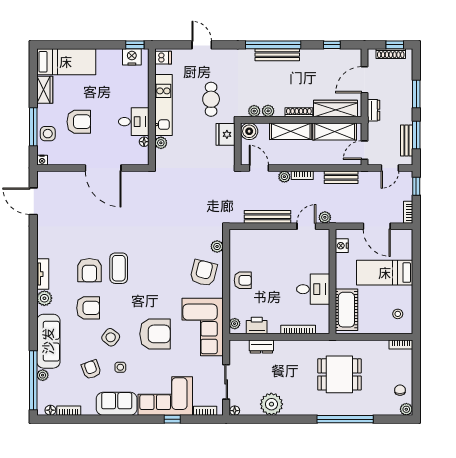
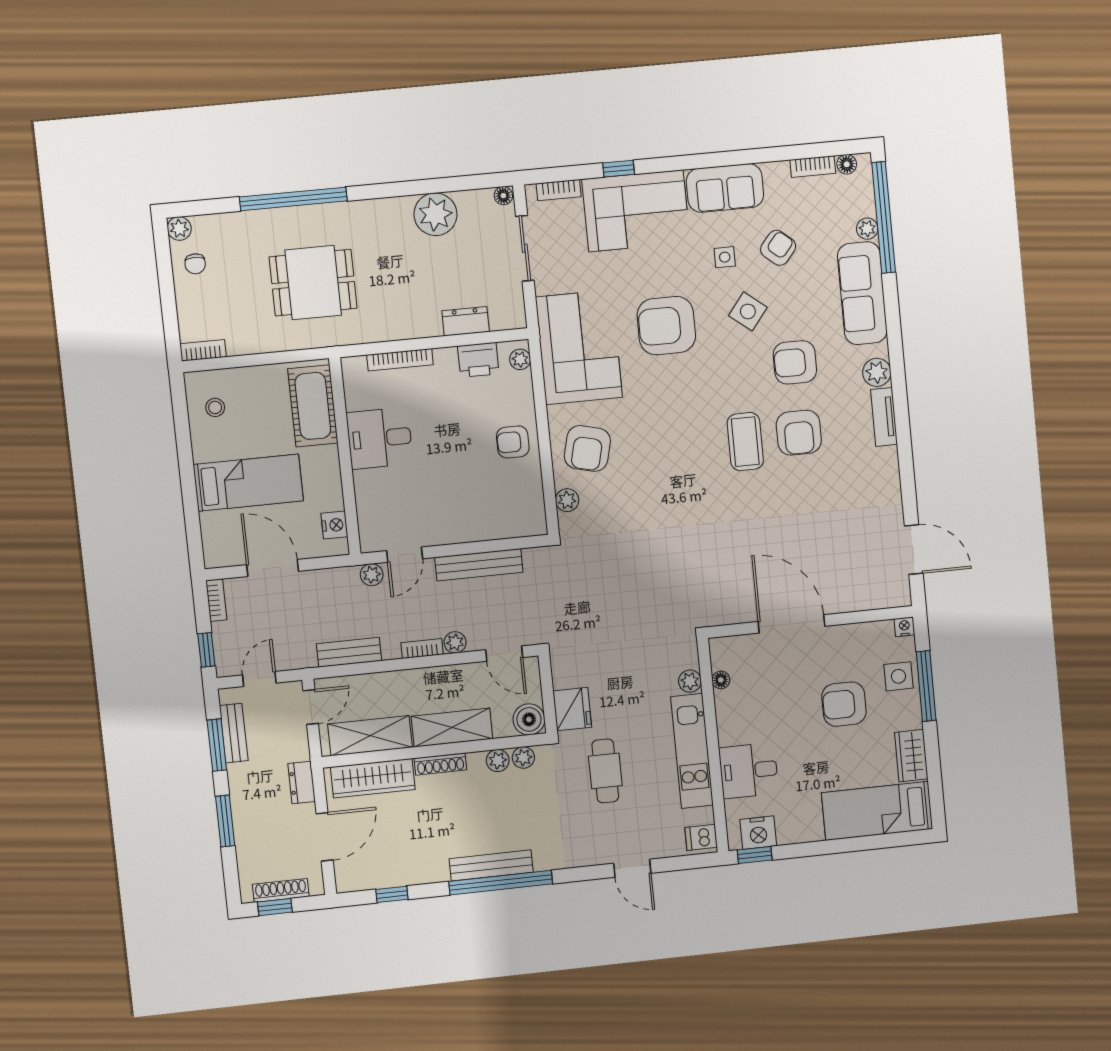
desk: (134, 122) -> (749, 771), moved
armchair: (89, 270) -> (799, 433), turned 180
armchair: (91, 369) -> (778, 248), turned -120

